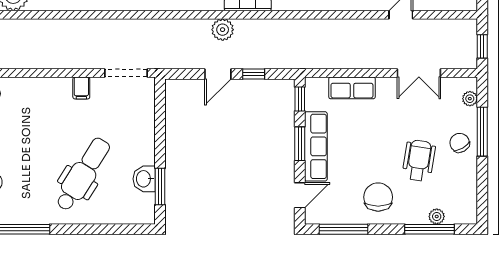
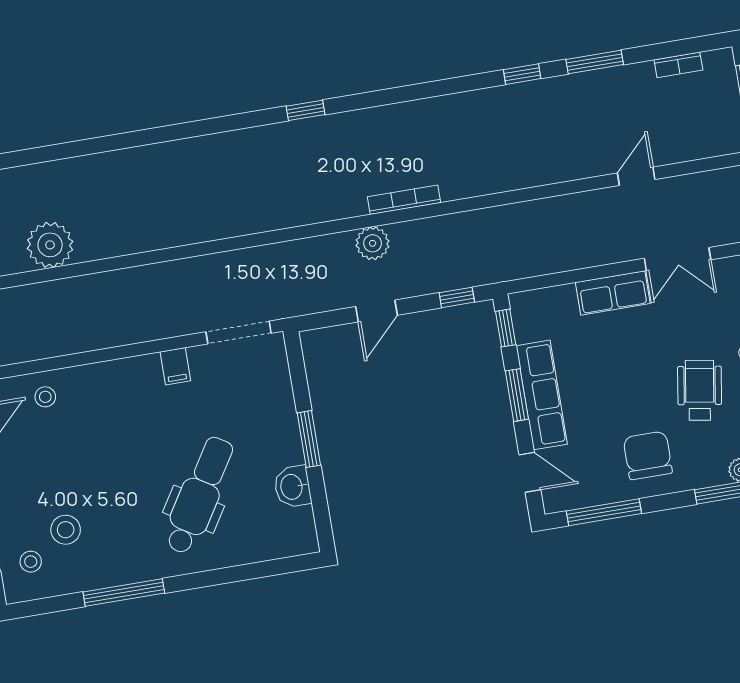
window: (254, 74) -> (457, 297), moved
row of seats: (352, 88) -> (613, 293), moved
window: (160, 187) -> (309, 439), moved
door: (300, 195) -> (530, 472), hinge flipped

